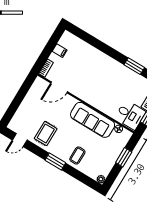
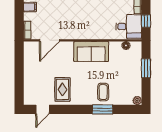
sofa: (93, 120) -> (91, 52), width x0.73
window: (55, 161) -> (102, 109), moved

